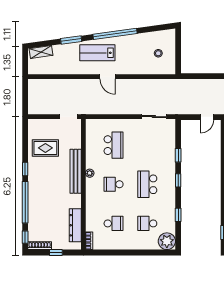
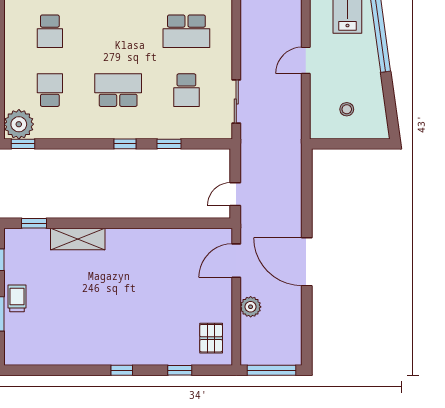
door: (107, 77) -> (306, 60), moved
door: (207, 117) -> (235, 194), hinge flipped
school desk: (114, 184) -> (186, 90), moved, turned 180
window: (178, 215) -> (23, 144), moved

